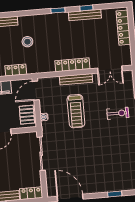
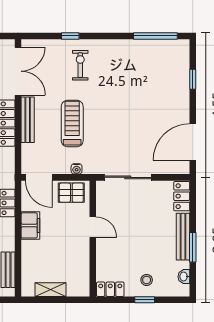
double door: (110, 70) -> (18, 71), width x1.37
treadmill: (76, 111) -> (72, 124), turned -90

